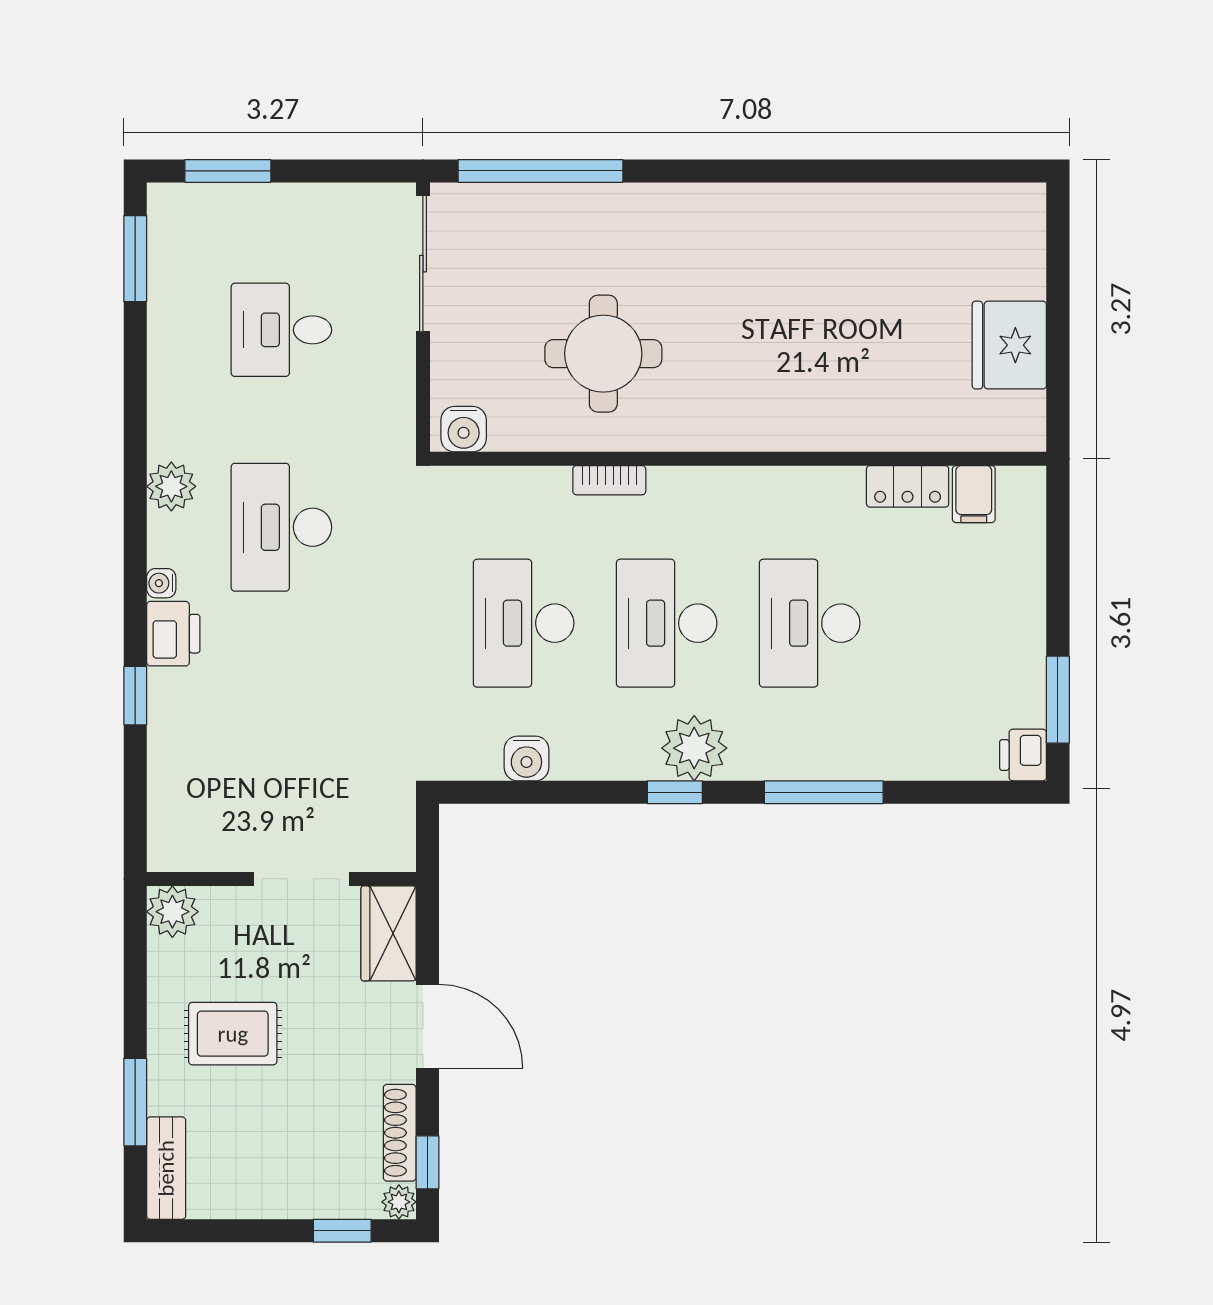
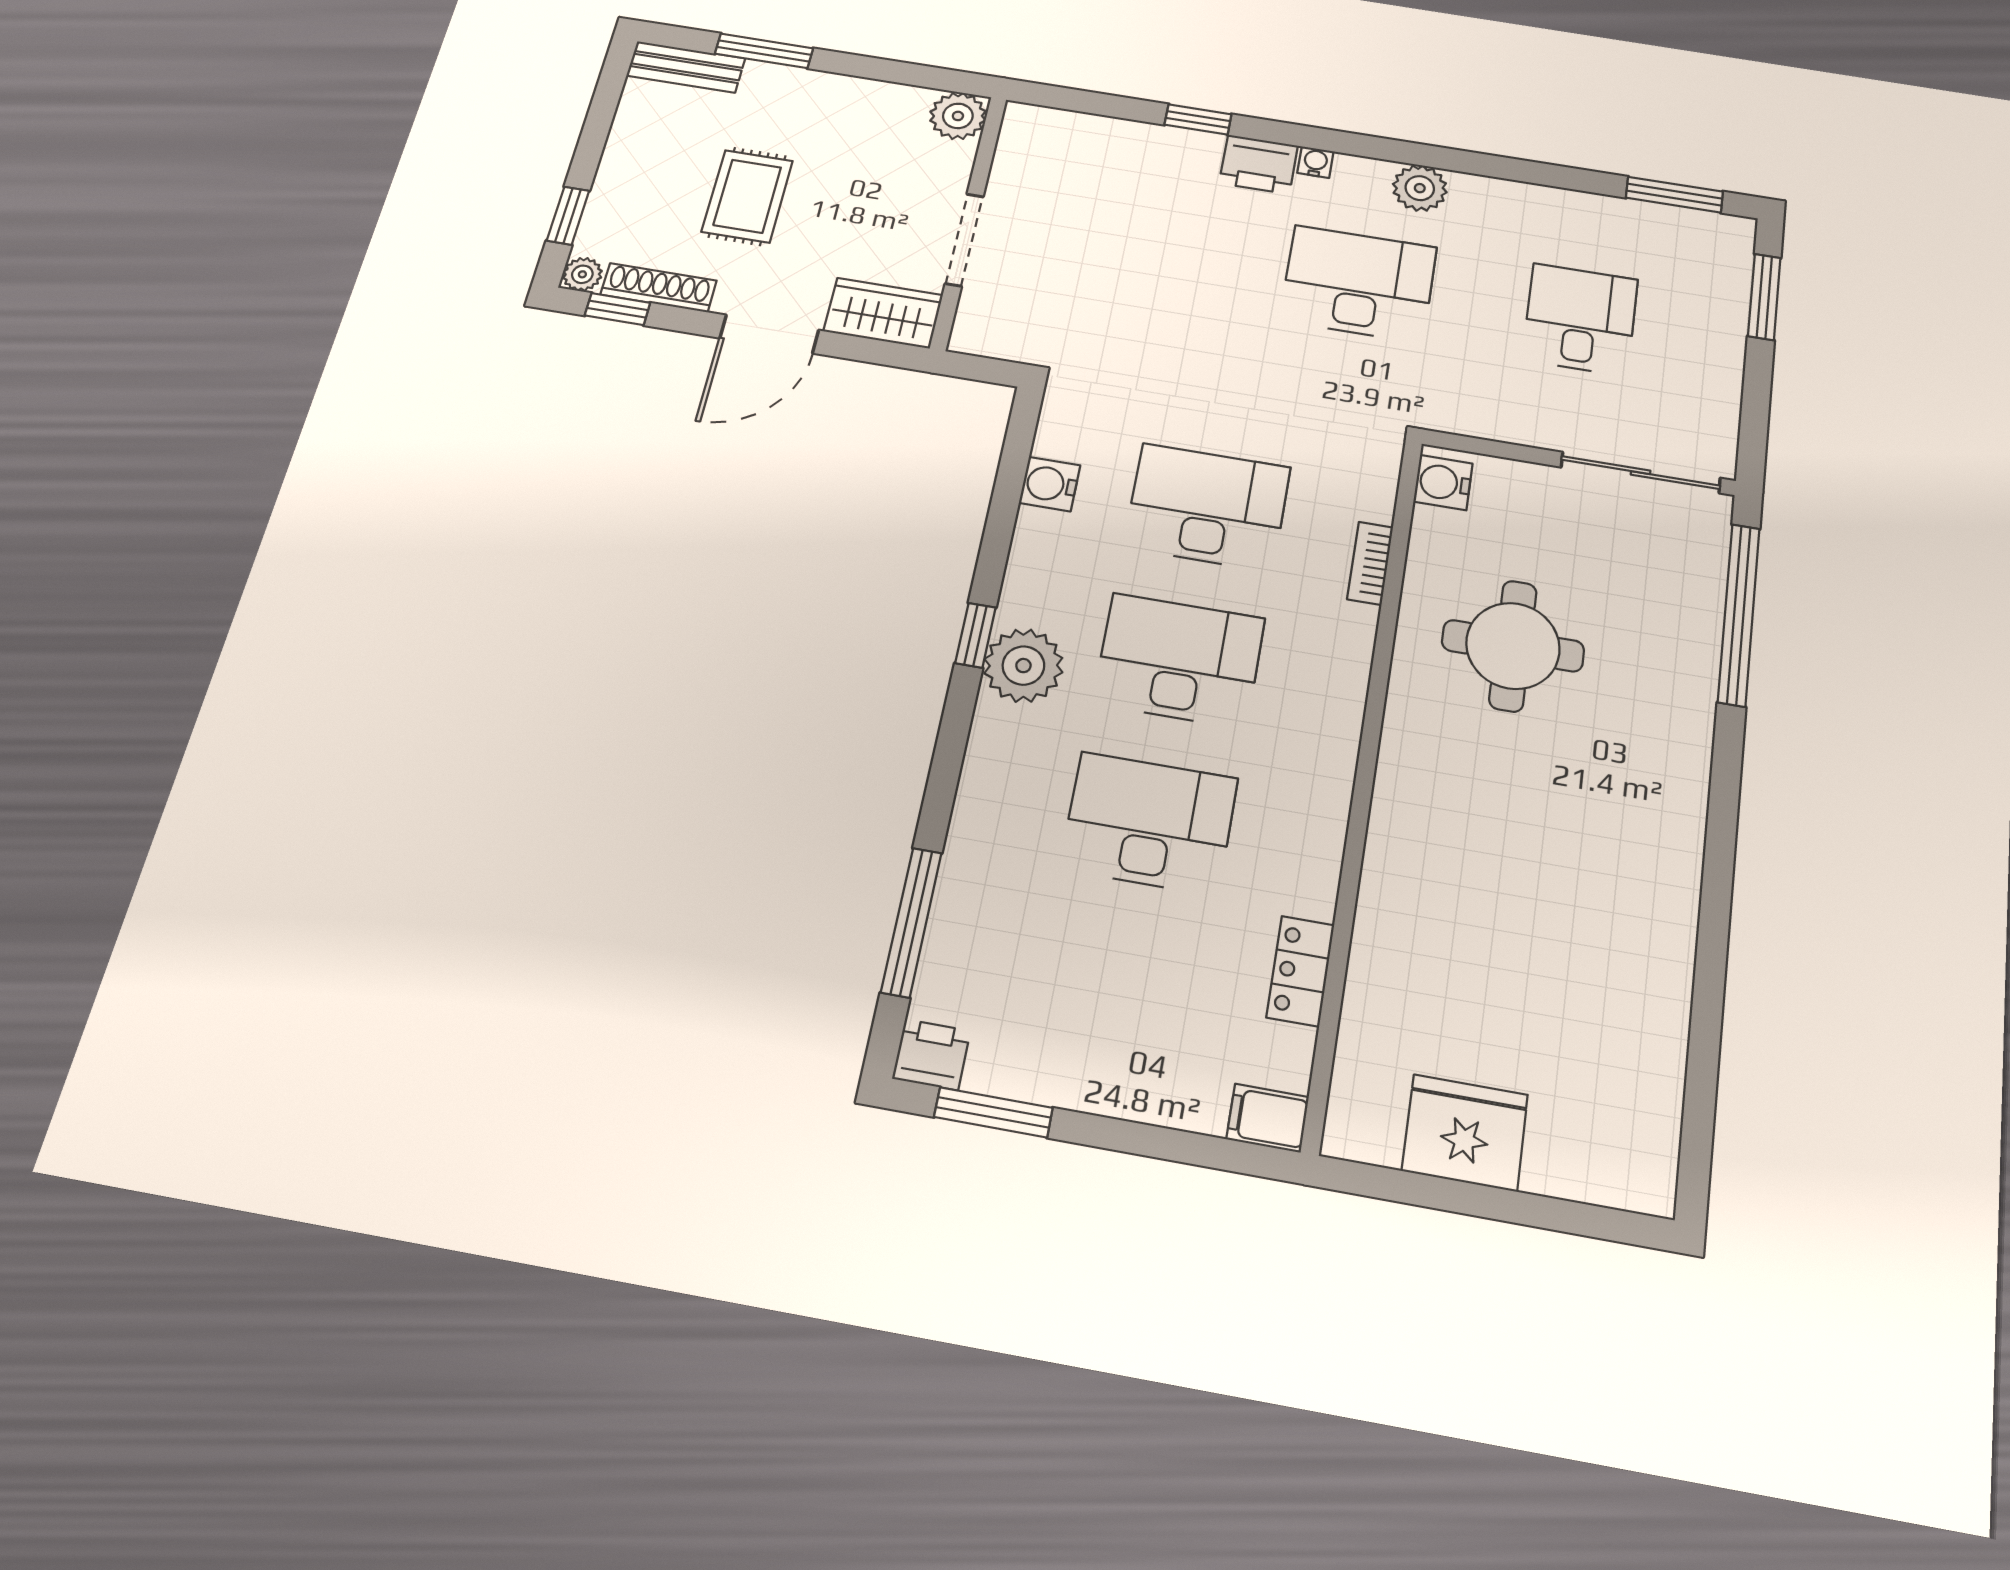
bookcase: (609, 480) -> (1370, 563), moved
filing cabinet: (974, 494) -> (1268, 1118), moved
window: (824, 792) -> (911, 922), moved
rug: (233, 1034) -> (747, 196), moved

